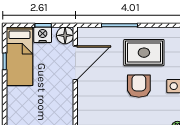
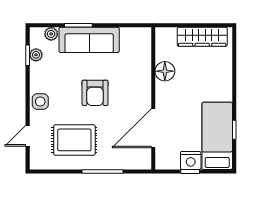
floor lamp: (65, 35) -> (165, 71), moved
armchair: (139, 86) -> (95, 93), moved

